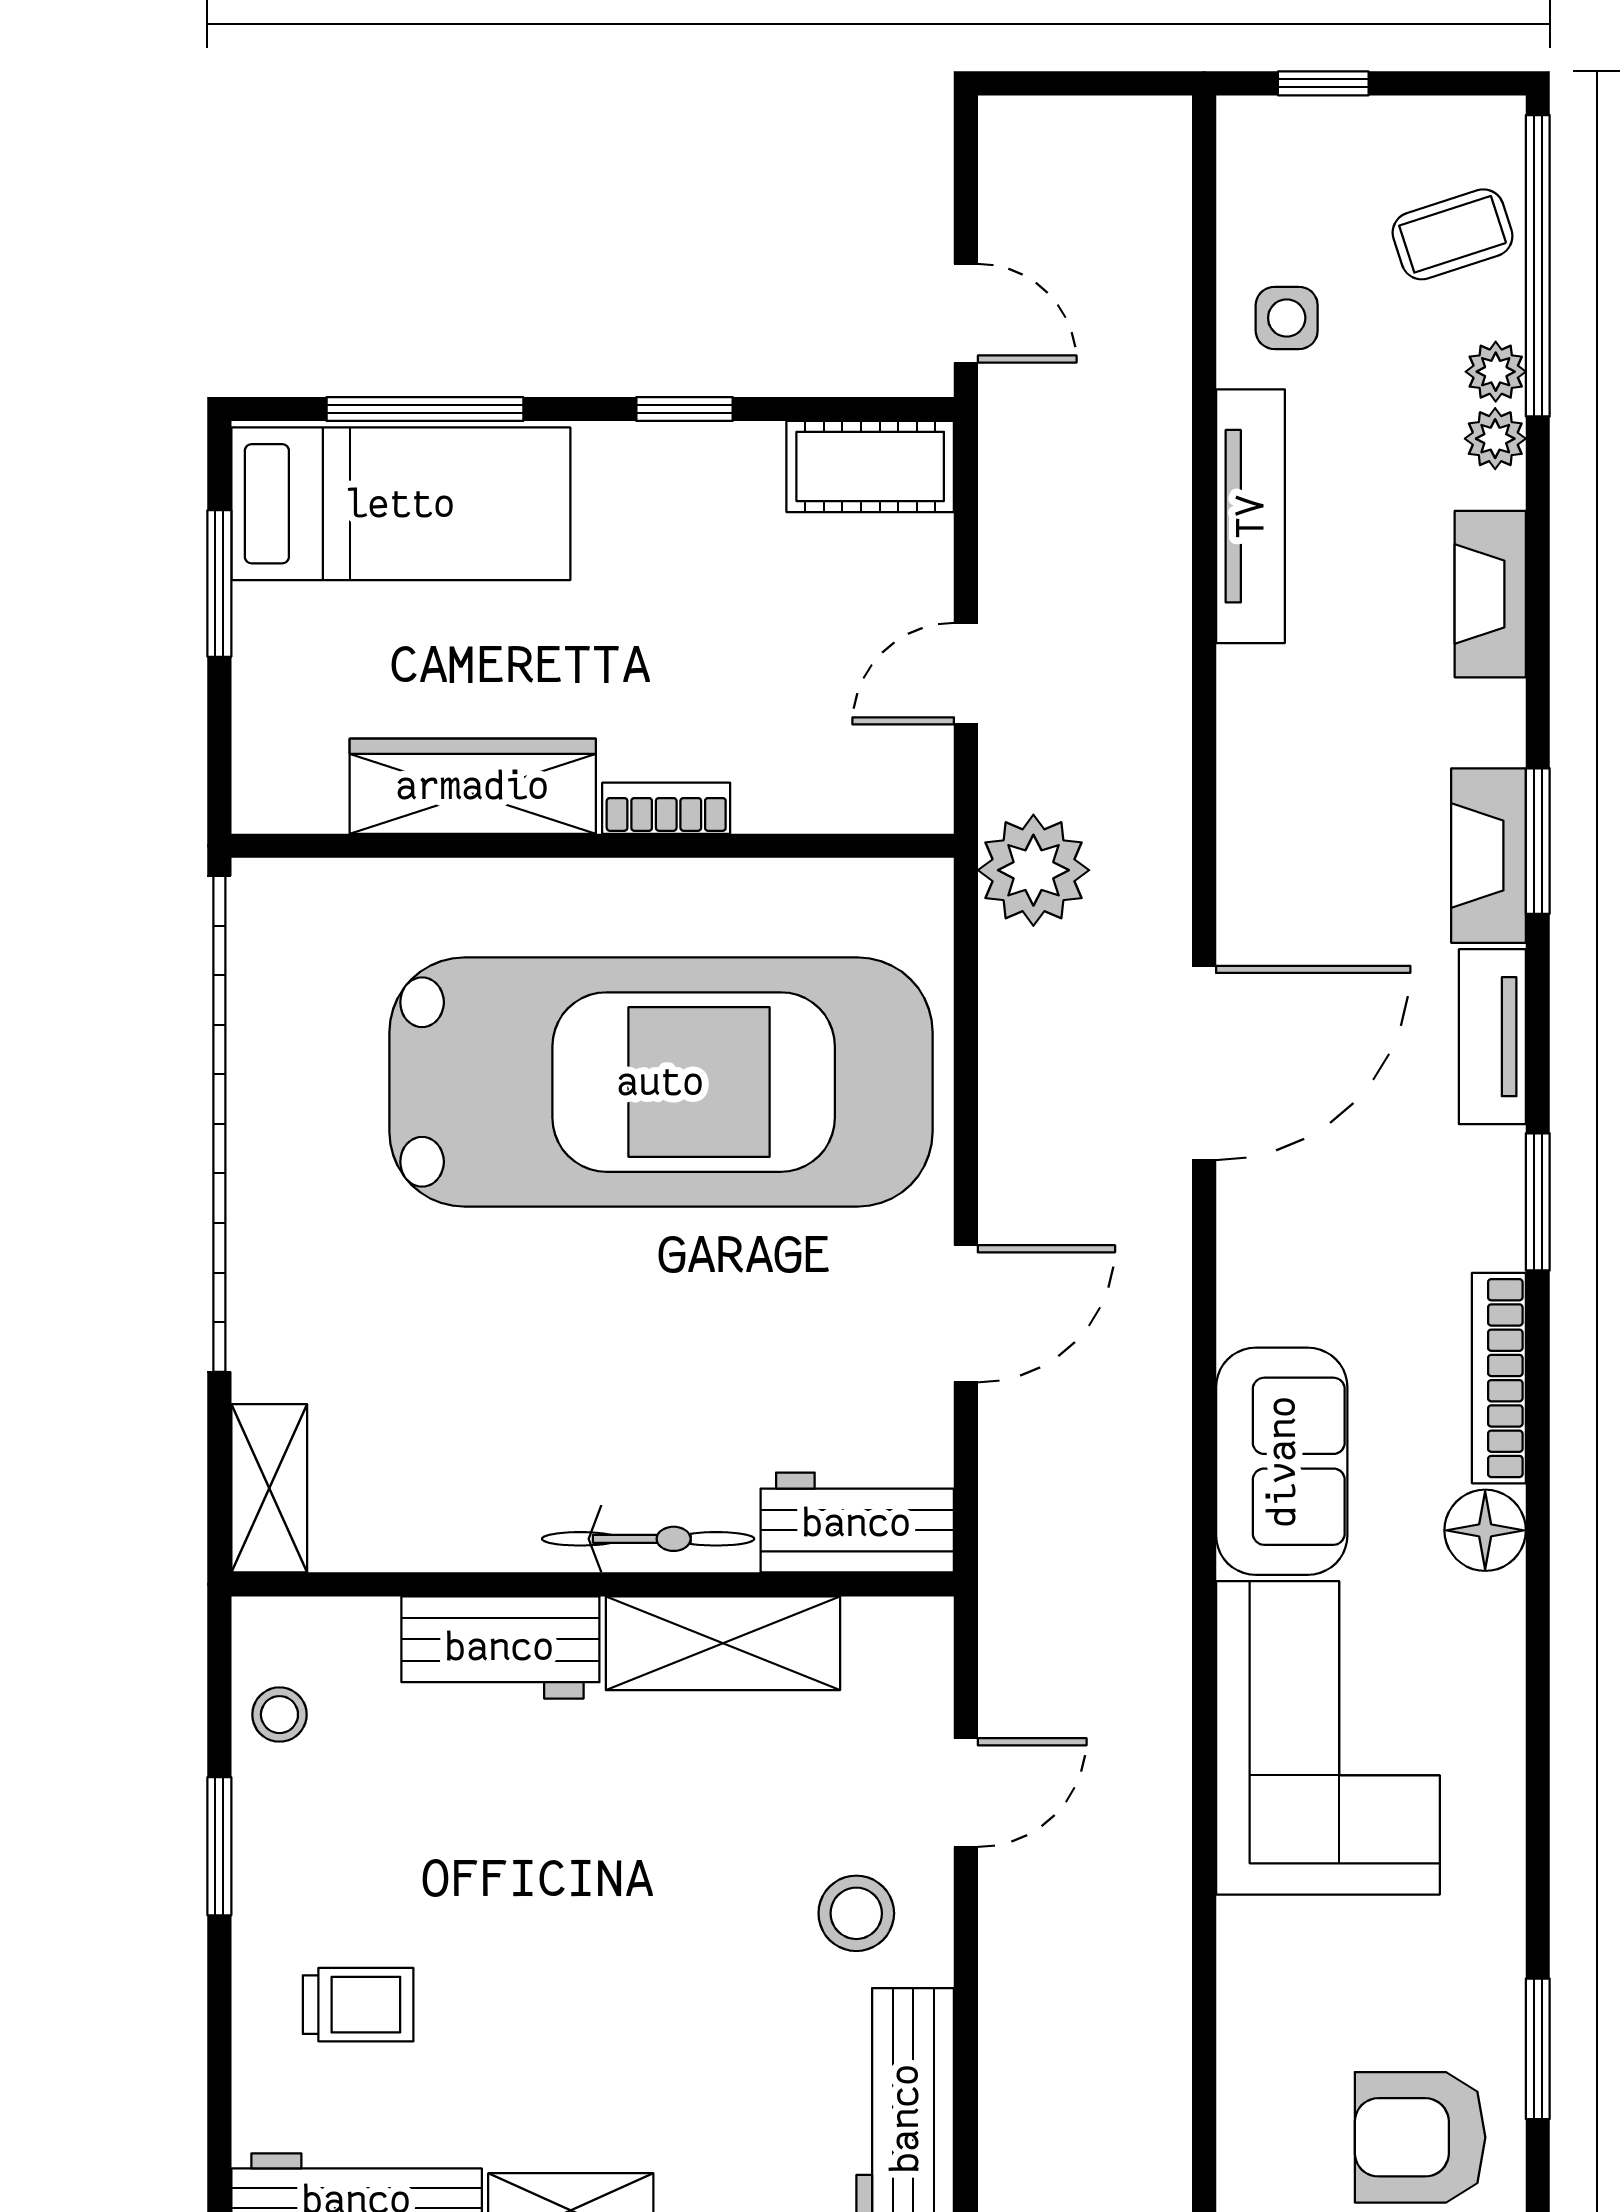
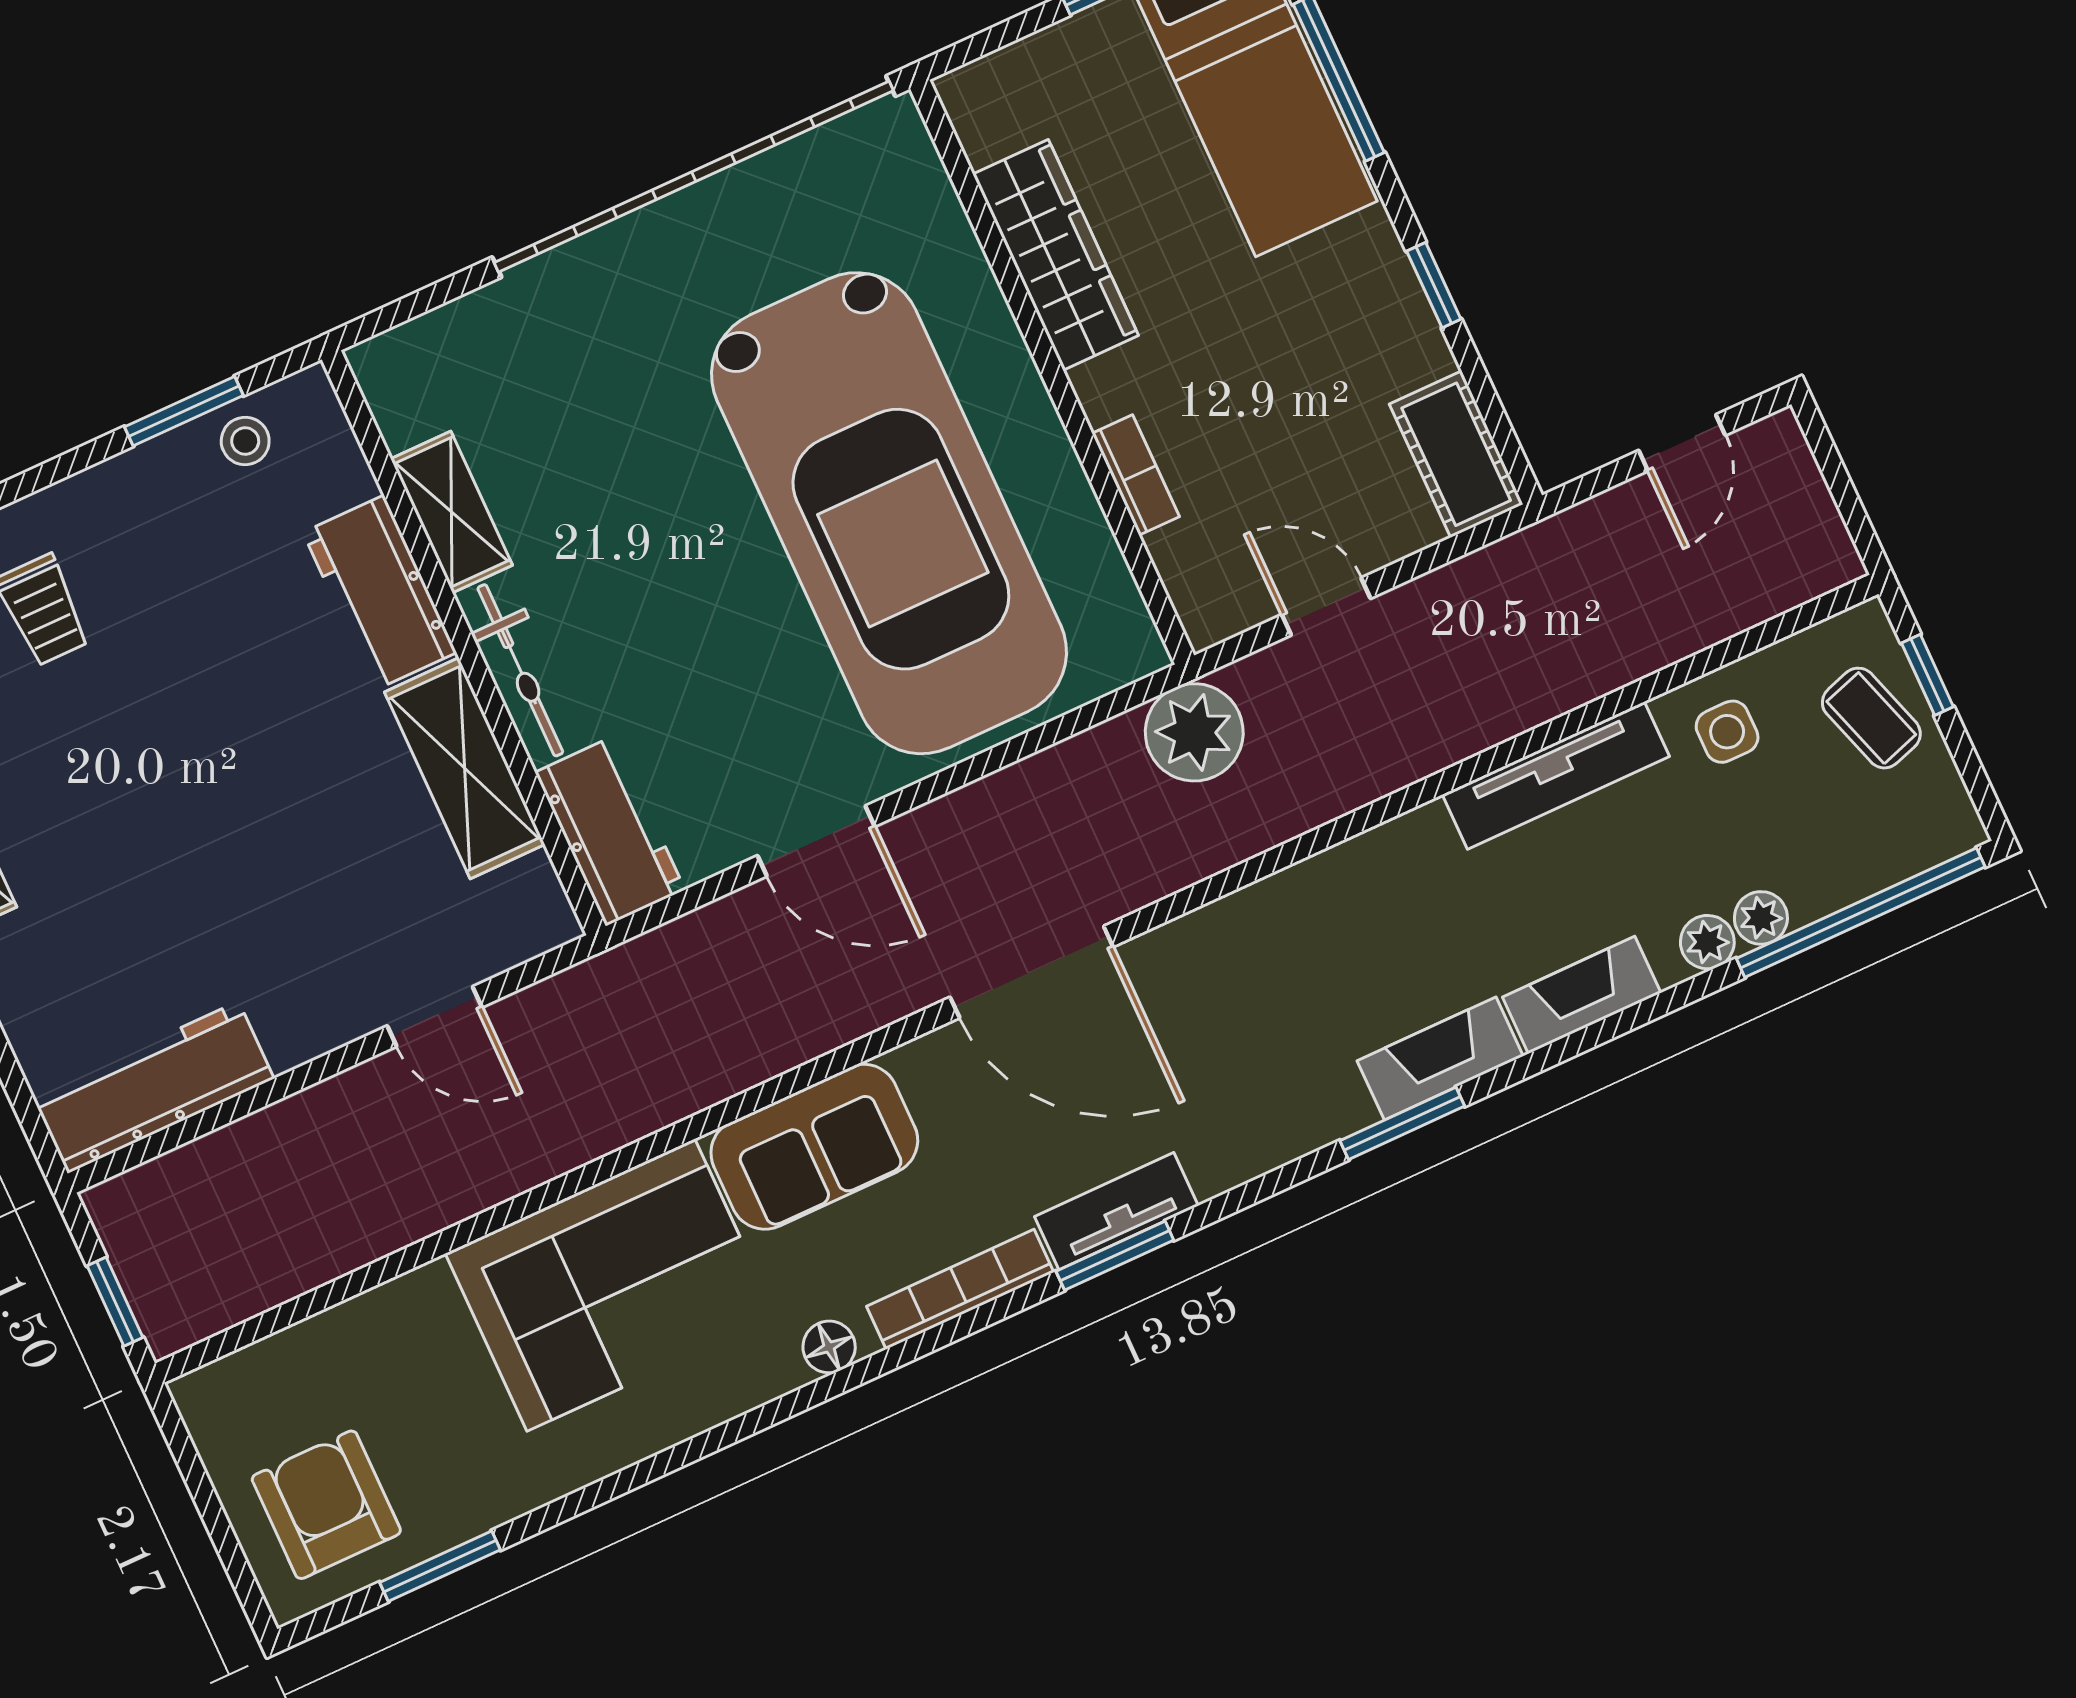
coffee table: (1453, 234) -> (1871, 718), moved
door: (966, 313) -> (1682, 443), moved
bookcase: (666, 808) -> (1136, 475), moved
fireplace: (1489, 856) -> (1440, 1058), moved
tv unit: (1492, 1037) -> (1116, 1211), moved
door: (1204, 1063) -> (1032, 972), moved
shelving: (269, 1488) -> (452, 512), moved, turned 90
floor lamp: (1485, 1530) -> (829, 1347), width x0.73, depth x0.73
window: (219, 1846) -> (184, 411), moved
stool: (856, 1913) -> (298, 973), removed

